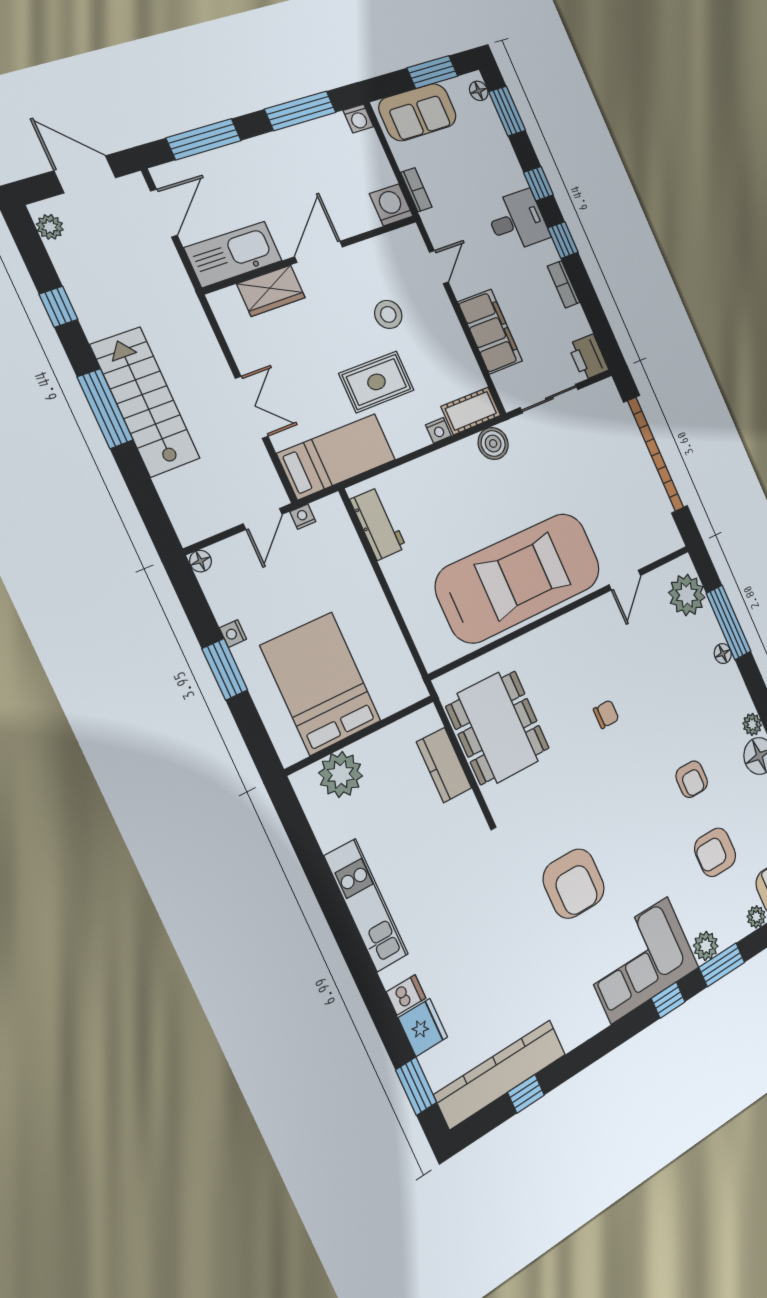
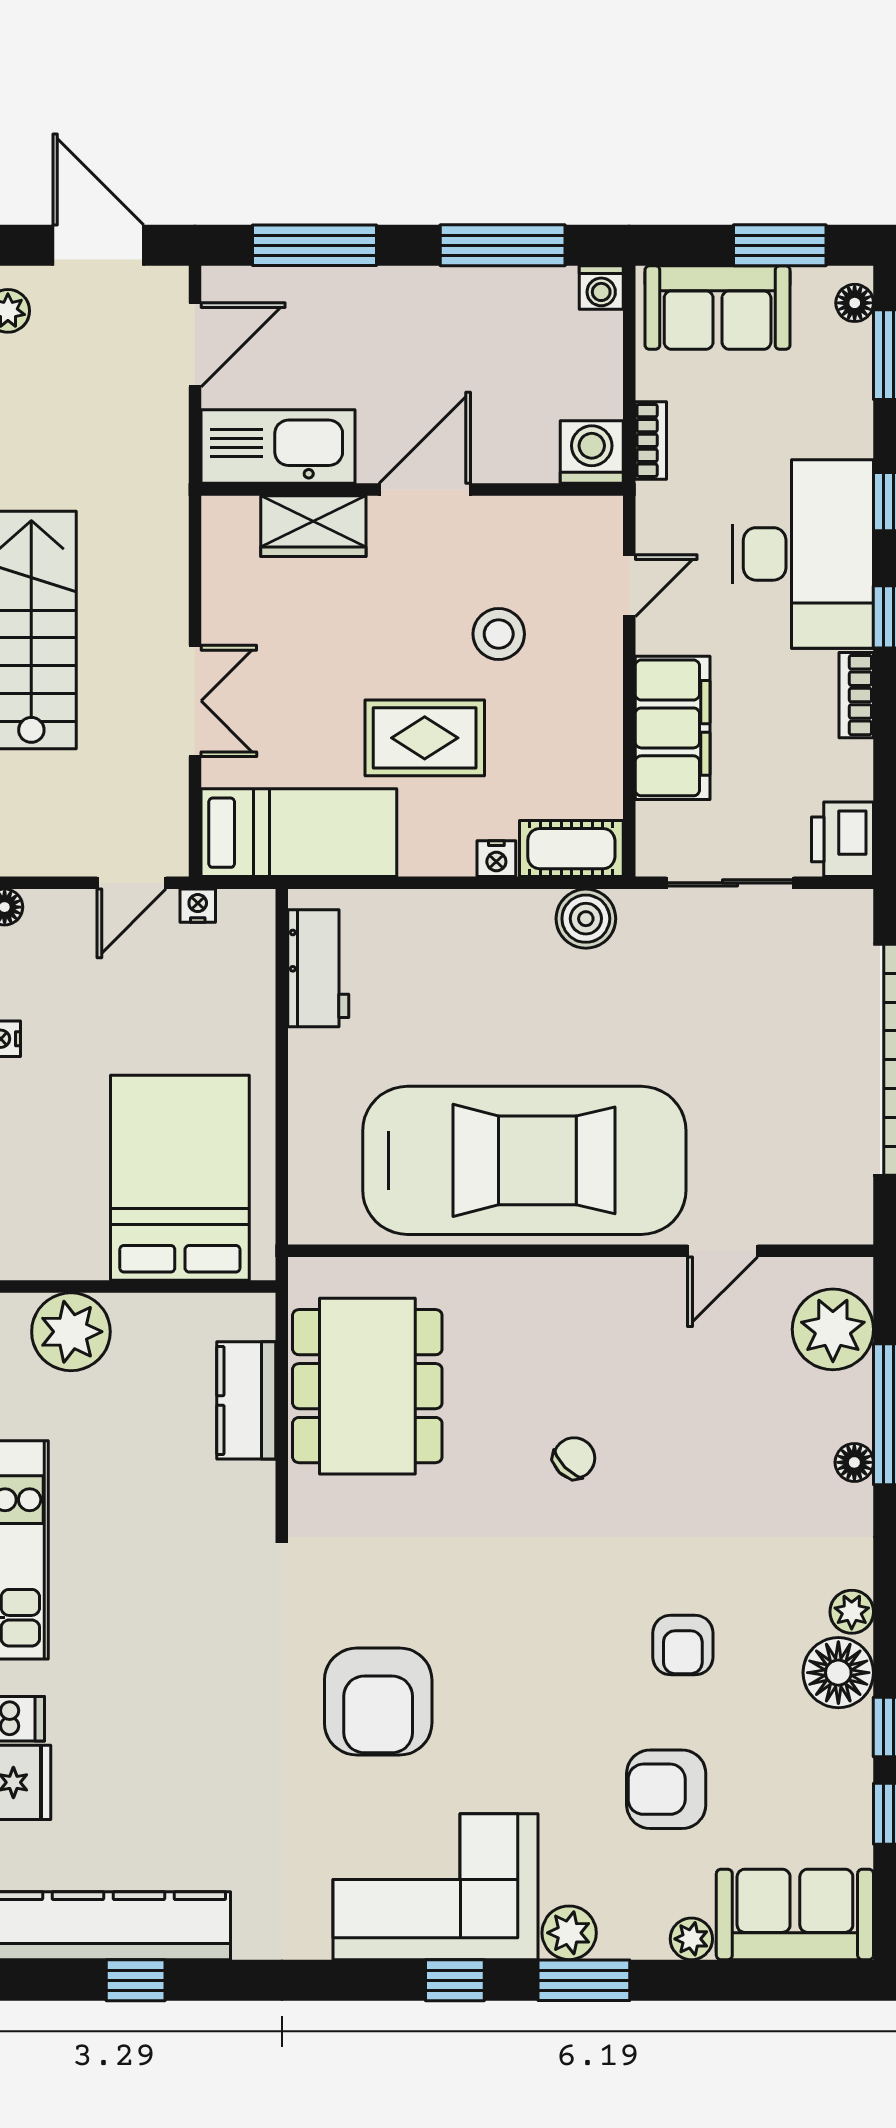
desk: (517, 221) -> (803, 554), width x1.87, depth x1.30
bed: (321, 684) -> (180, 1178), moved
chair: (606, 714) -> (574, 1458), turned -45

